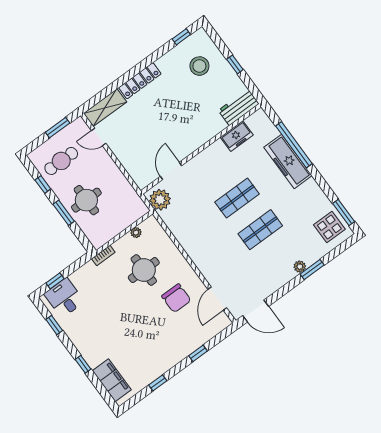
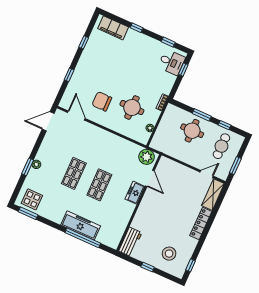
freezer: (237, 136) -> (135, 193), moved

